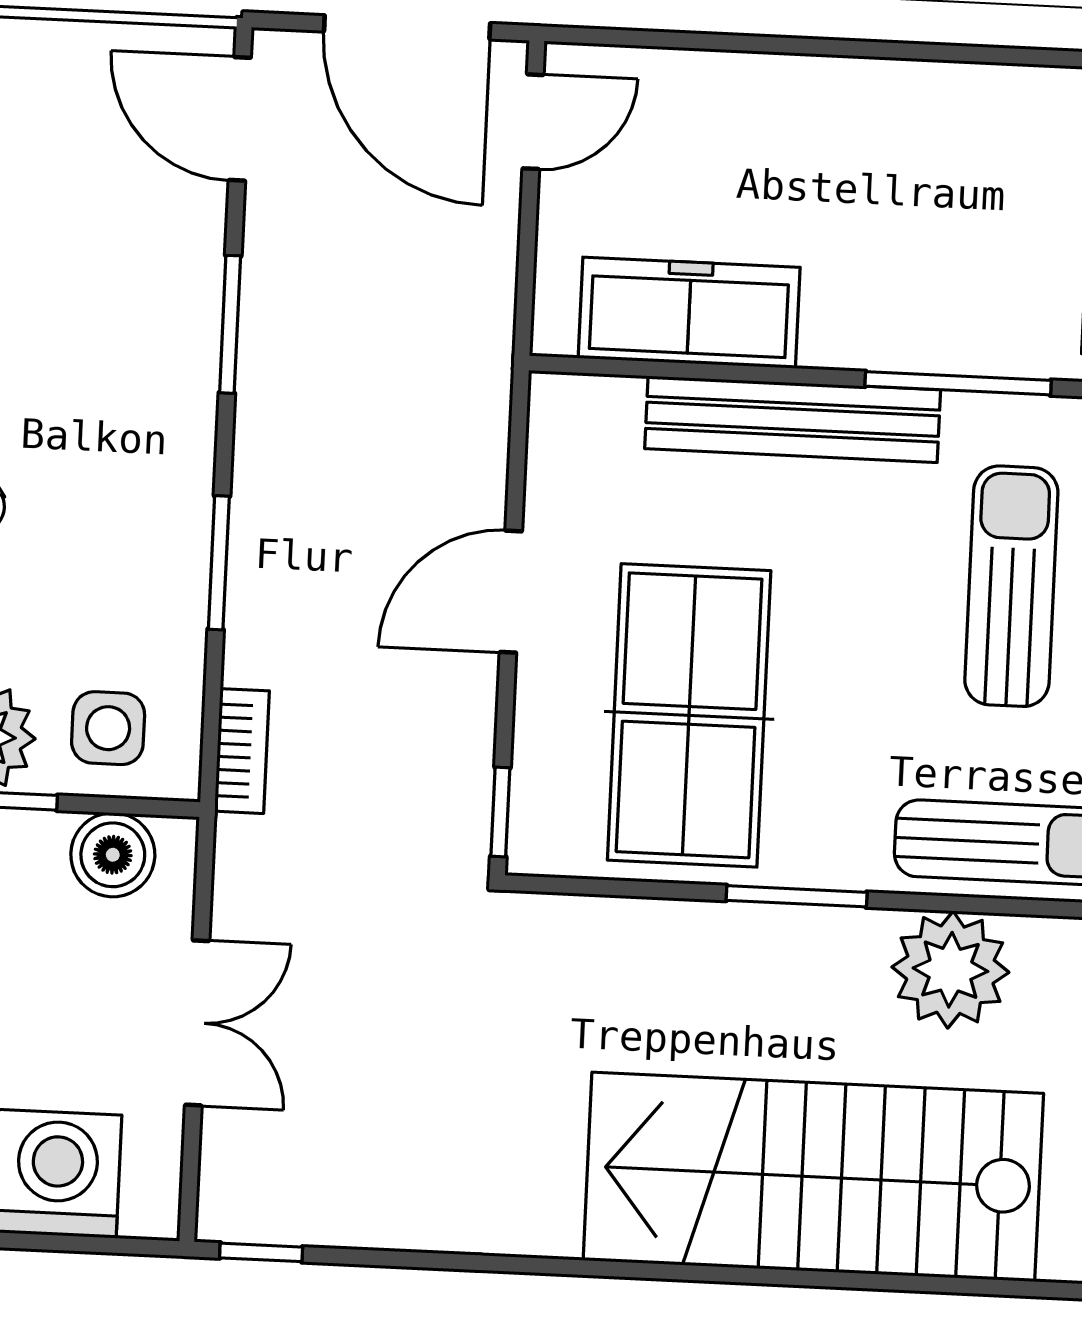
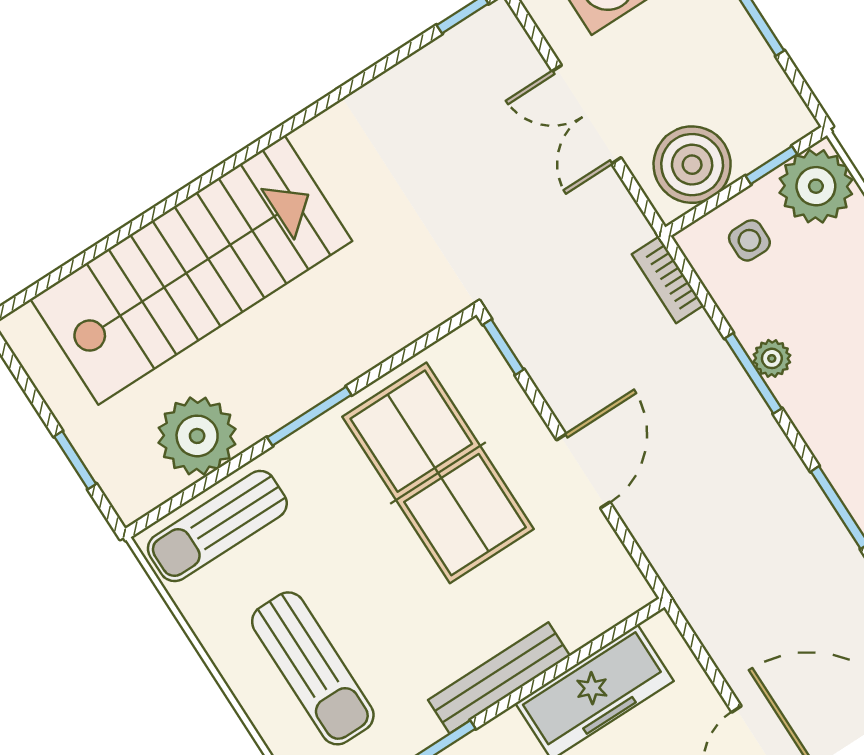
bench: (793, 419) -> (499, 678), width x0.73, depth x0.82
plant: (183, 565) -> (772, 358), added
side table: (108, 728) -> (749, 240), width x0.73, depth x0.73
boiler: (113, 855) -> (692, 165), width x1.37, depth x1.37

